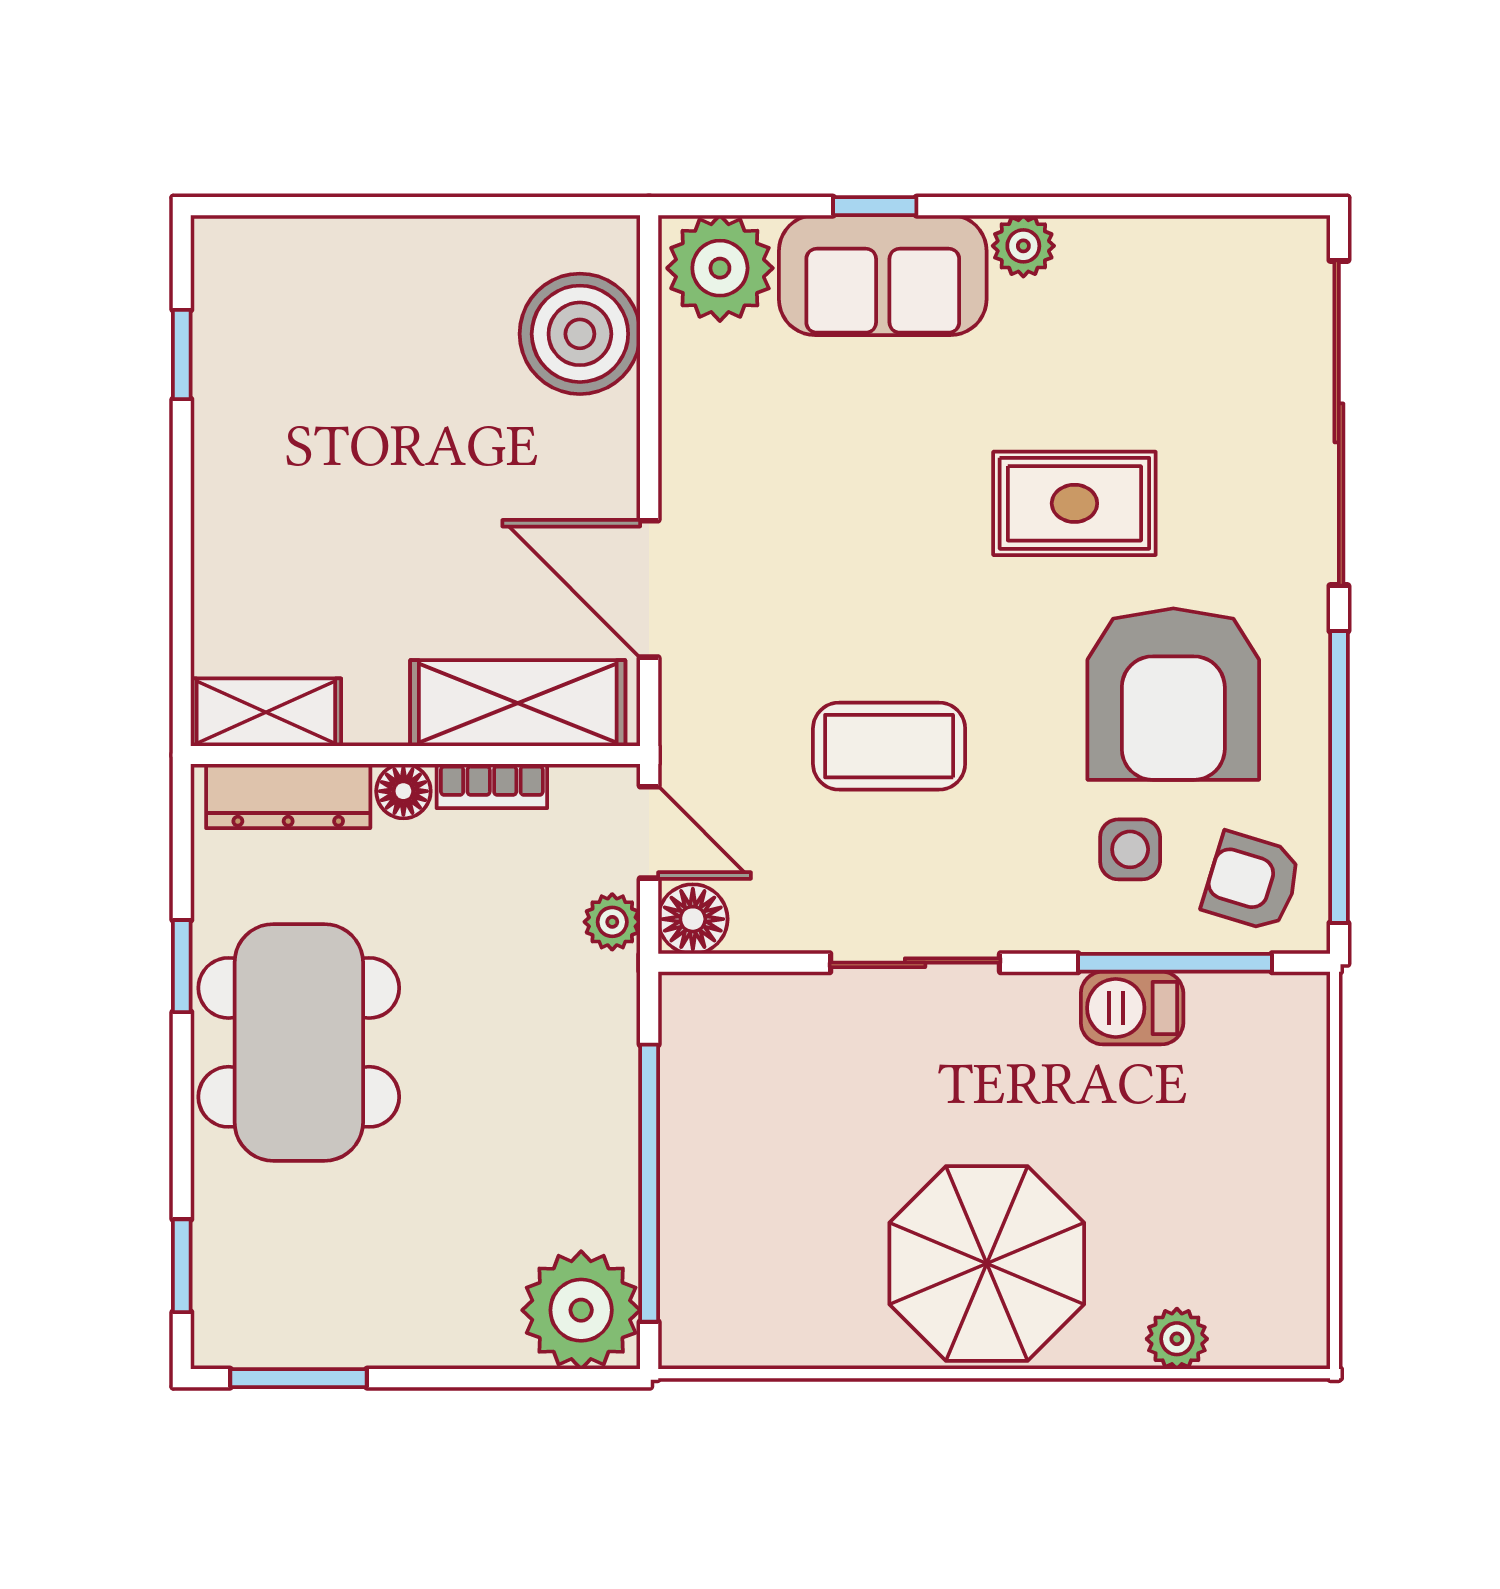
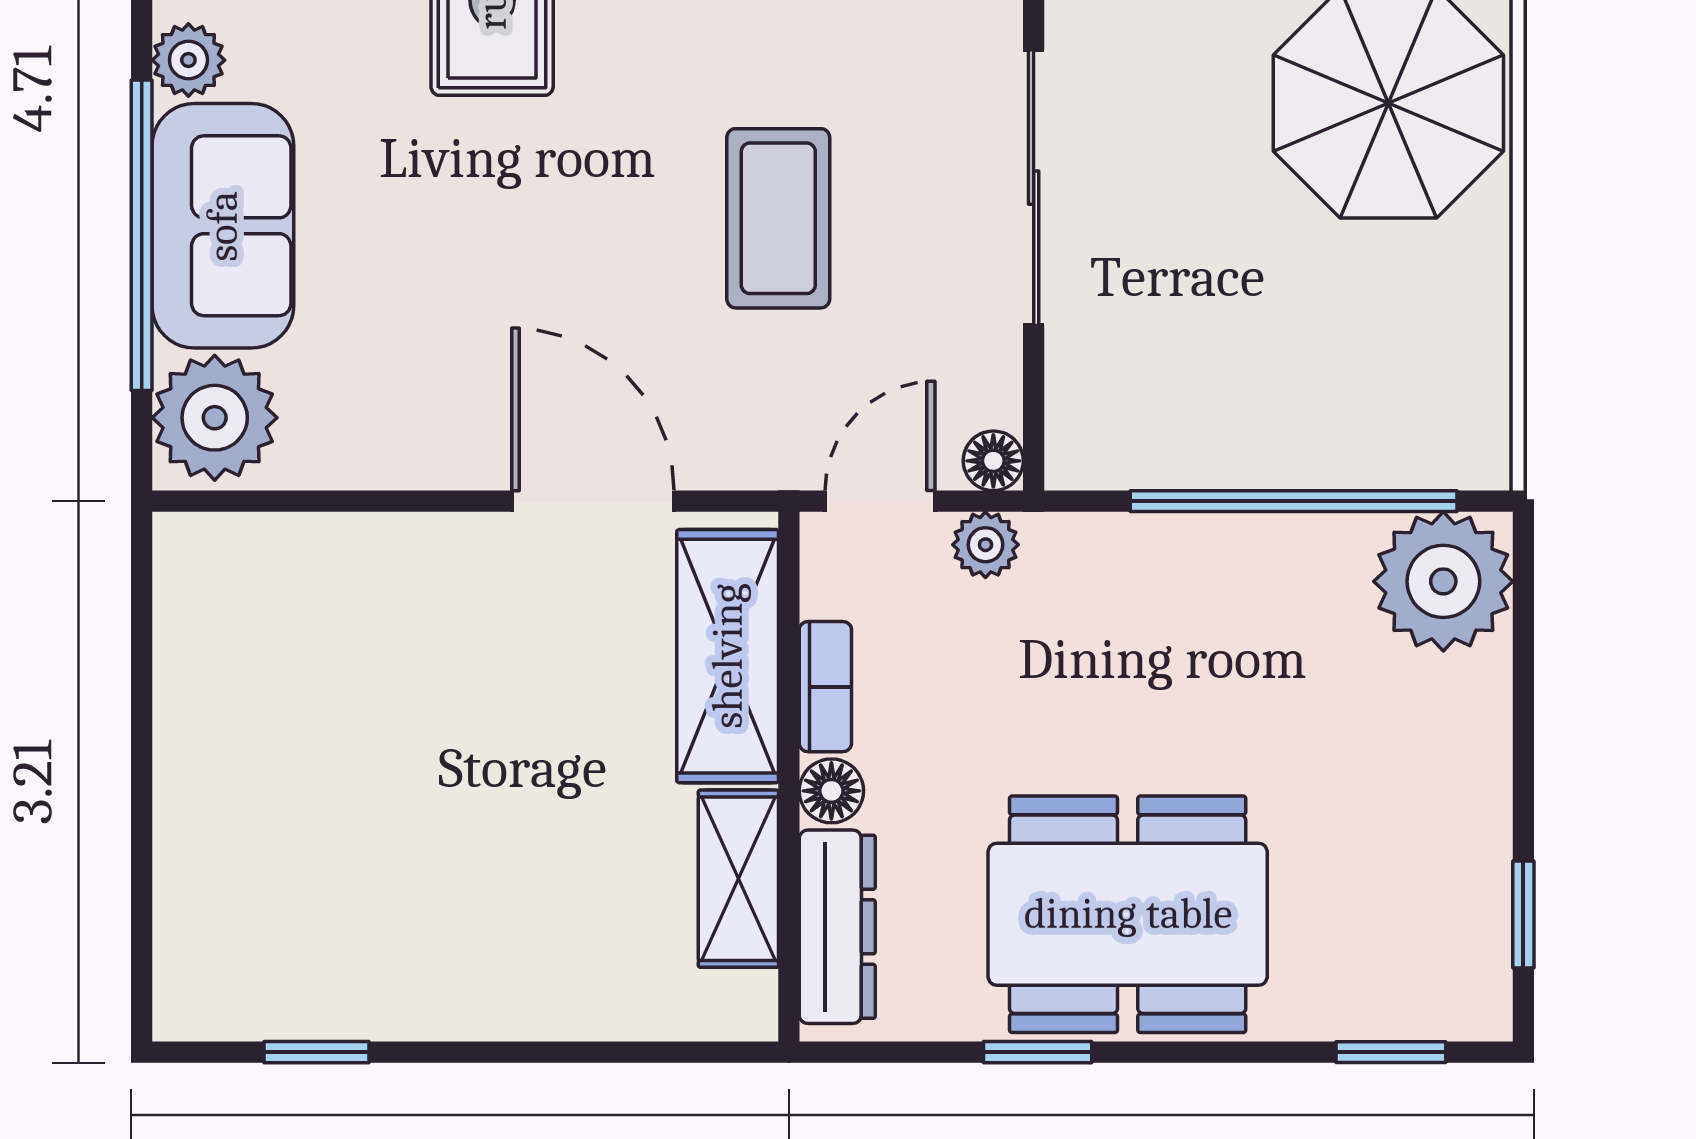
window: (875, 206) -> (142, 235), width x3.17
boiler: (580, 334) -> (292, 583), removed
door: (649, 589) -> (593, 501), swing flipped
shelving: (266, 712) -> (738, 879), moved
floor lamp: (693, 919) -> (993, 461), width x0.73, depth x0.73
sliding door: (915, 963) -> (1034, 188), width x1.37
window: (299, 1378) -> (1523, 915), width x0.67

